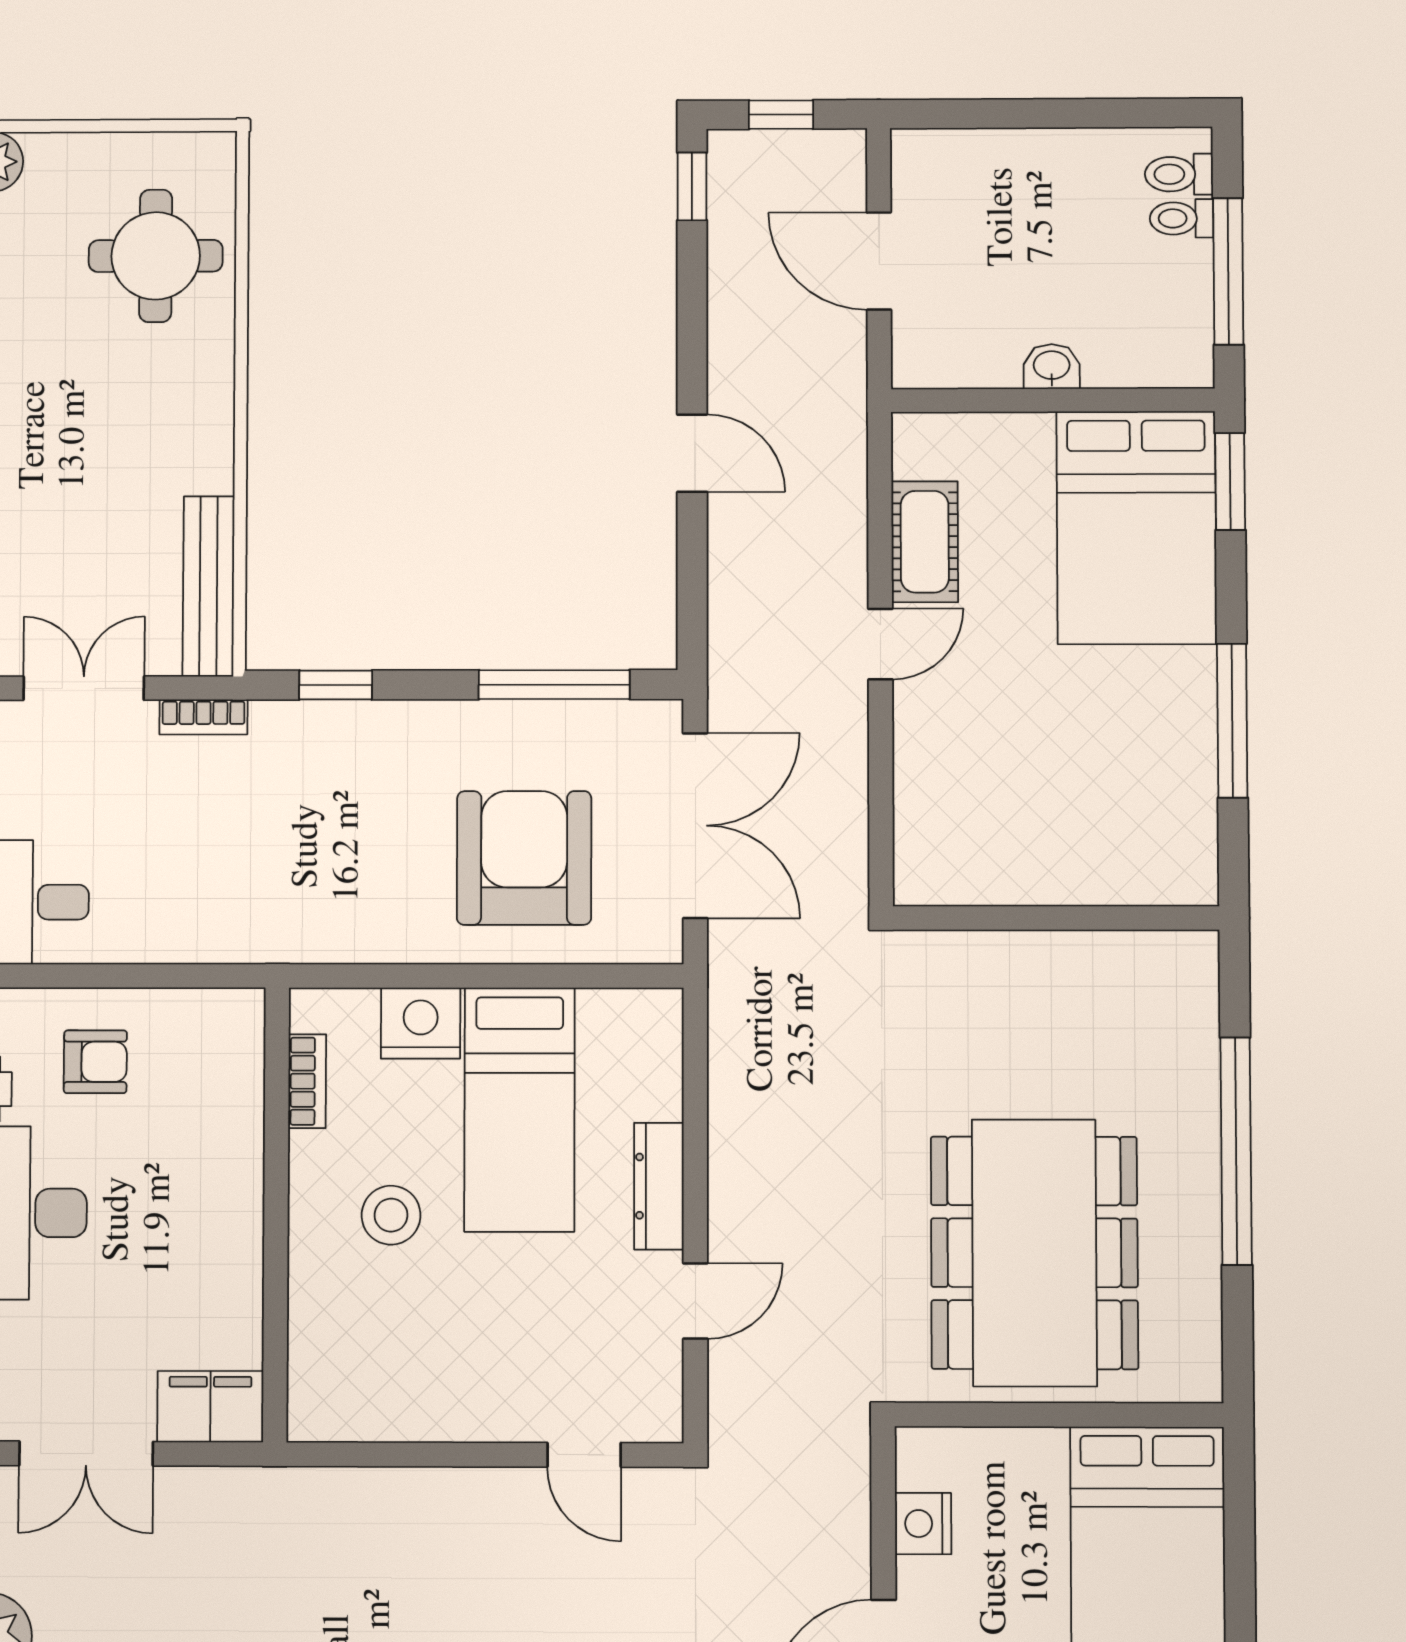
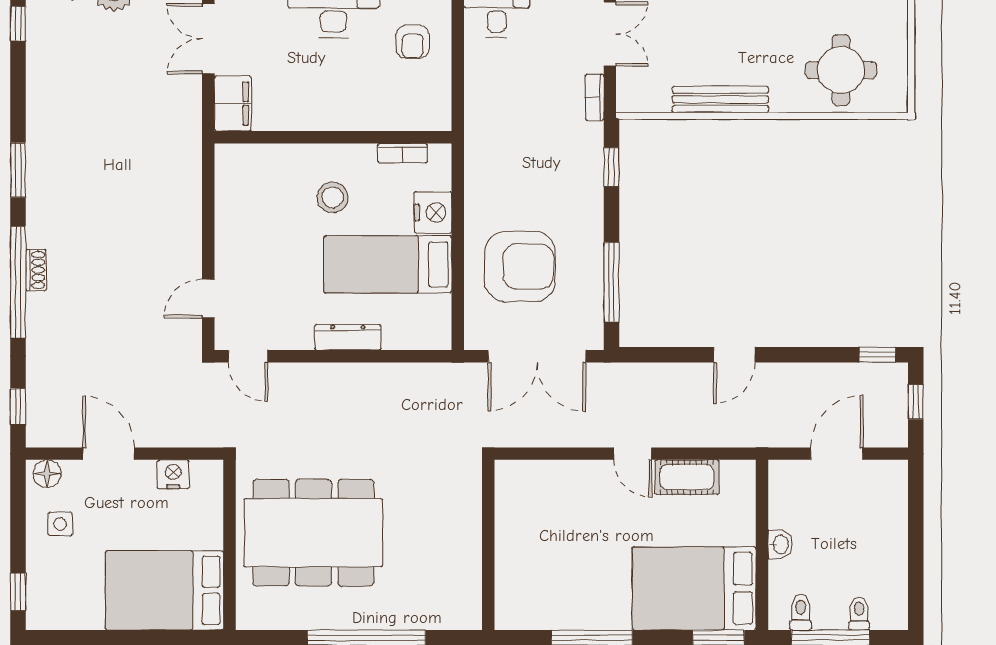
toilet: (1179, 174) -> (801, 612), moved
bench: (208, 586) -> (720, 99), moved
door: (695, 1301) -> (248, 356), moved

